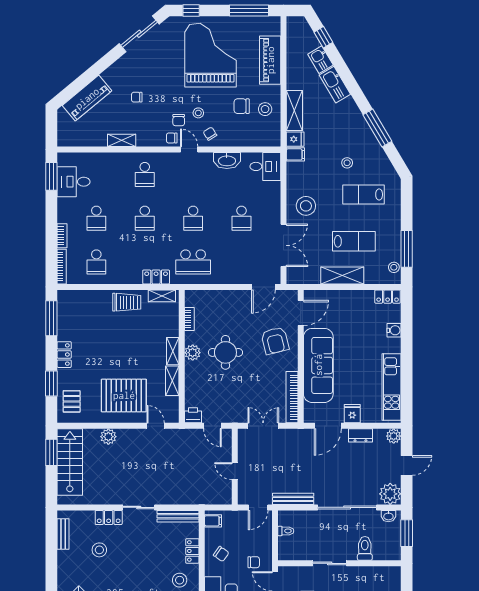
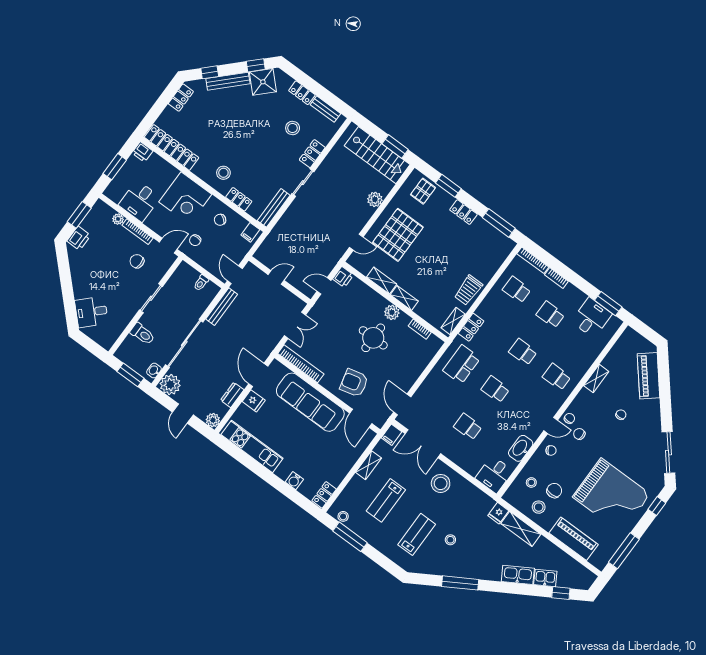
stool: (198, 113) -> (531, 482), moved
filing cabinet: (295, 154) -> (391, 435), moved
shelving: (342, 276) -> (369, 465), width x0.67, depth x0.75
pallet: (72, 401) -> (423, 191), turned 90
locker: (64, 564) -> (302, 93), added

